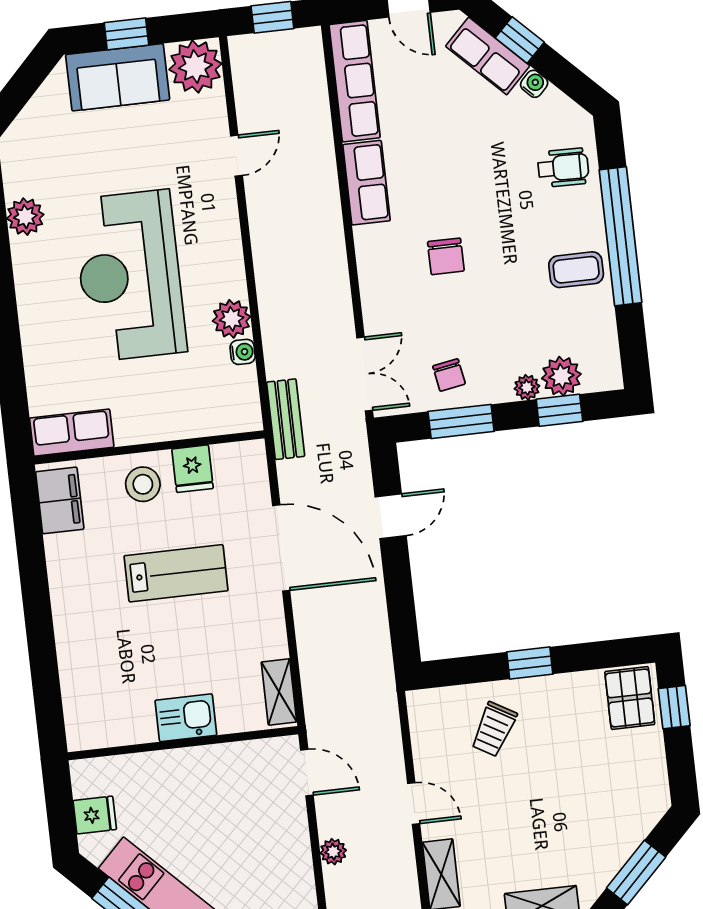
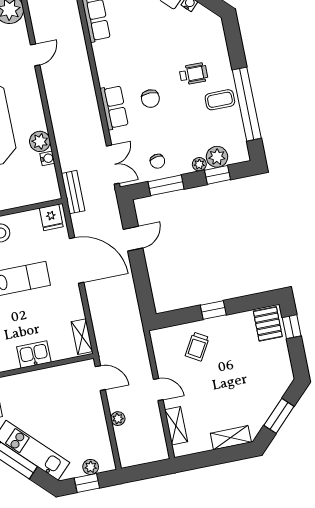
wheelchair: (563, 168) -> (193, 74), moved
row of seats: (367, 183) -> (114, 107), moved
window: (620, 236) -> (247, 104), moved
fridge: (193, 469) -> (51, 217), moved

